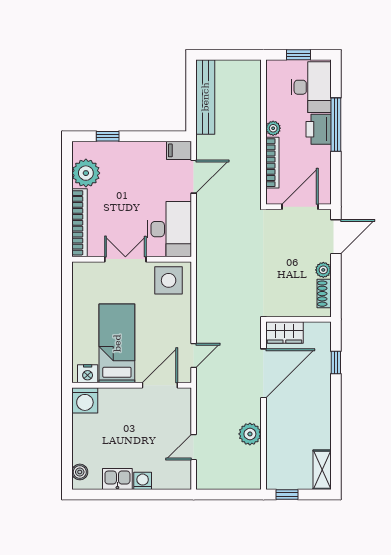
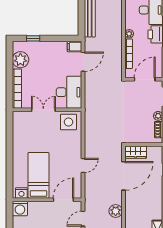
bed: (117, 343) -> (38, 175), moved
nightstand: (88, 374) -> (21, 193), moved
wall: (132, 385) -> (47, 200), moved
door: (160, 385) -> (63, 200), moved
washing machine: (85, 400) -> (20, 208), moved

